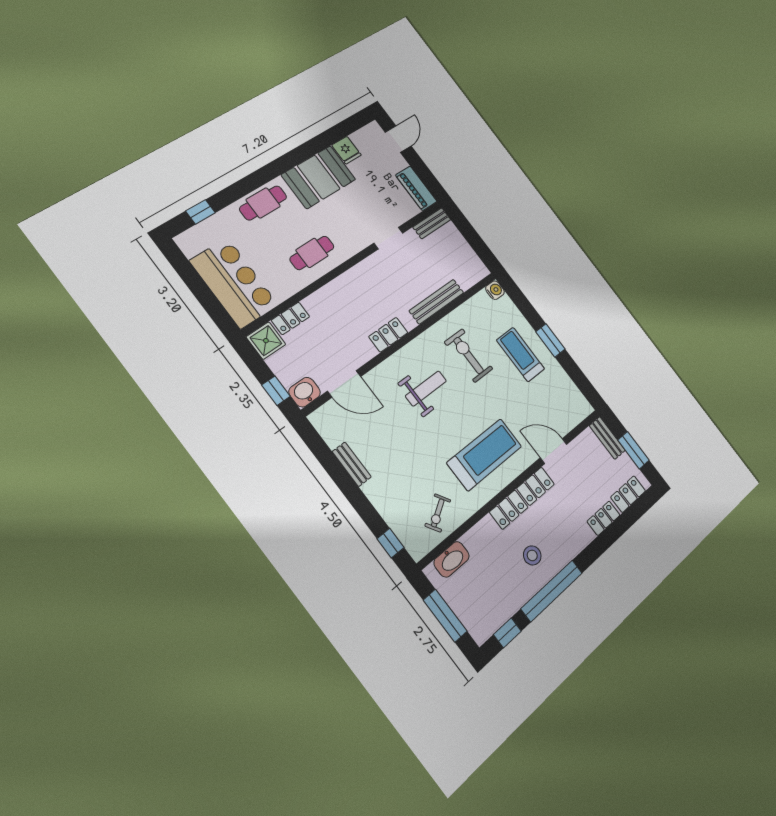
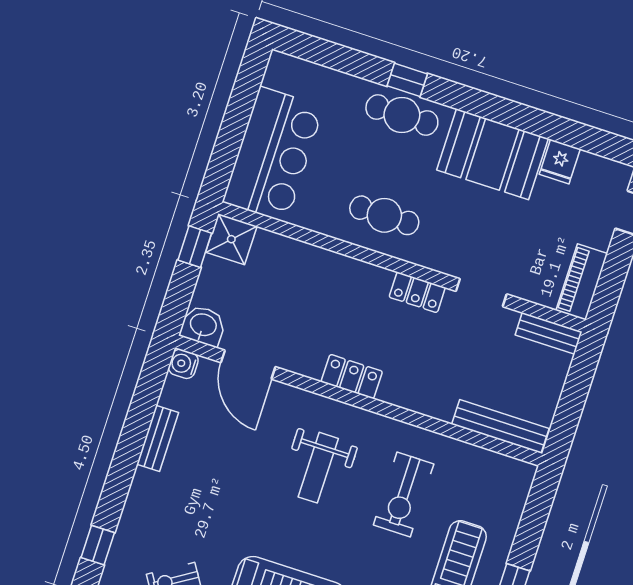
window: (200, 212) -> (407, 80), moved
water cooler: (495, 290) -> (183, 364), moved, turned 180
bench: (437, 302) -> (500, 426), moved
locker: (290, 318) -> (417, 292), moved
exercise bike: (469, 355) -> (404, 494), turned 180
weight bench: (426, 388) -> (318, 468), turned 90
window: (276, 391) -> (195, 247), moved

